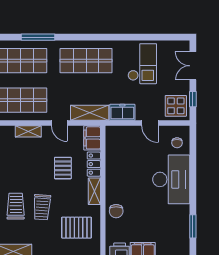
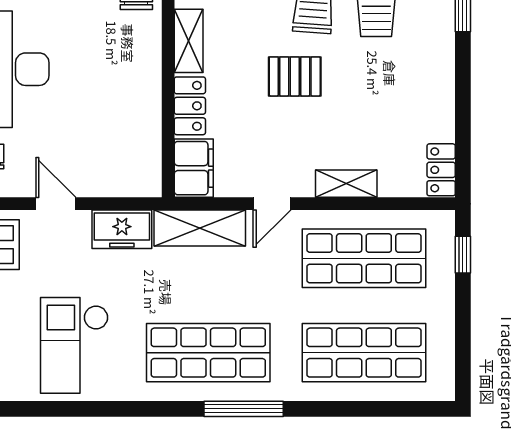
window: (38, 37) -> (244, 409), moved
door: (59, 123) -> (272, 204), swing flipped
pallet: (63, 168) -> (295, 76), moved, turned 90

